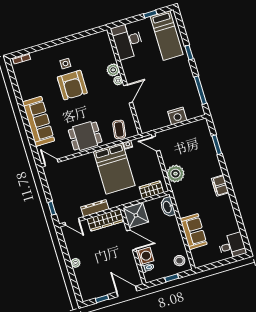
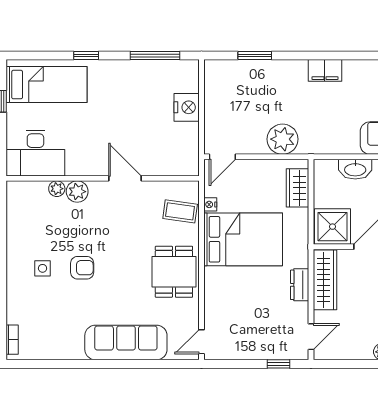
plant: (118, 81) -> (57, 189), moved
armchair: (72, 85) -> (82, 268), width x0.53, depth x0.53
washbasin: (168, 207) -> (355, 169), moved
dresser: (95, 208) -> (300, 285), width x0.70

